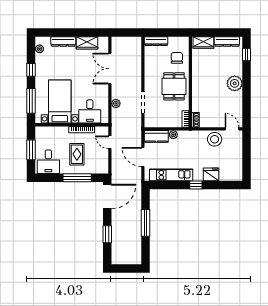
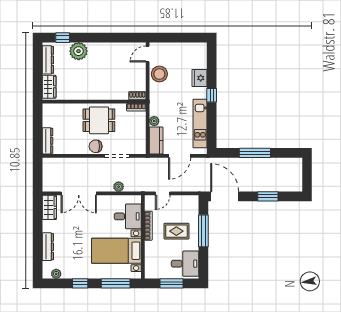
wardrobe: (87, 43) -> (49, 207), moved
chair: (177, 58) -> (96, 146), moved
plant: (235, 83) -> (79, 51), moved

